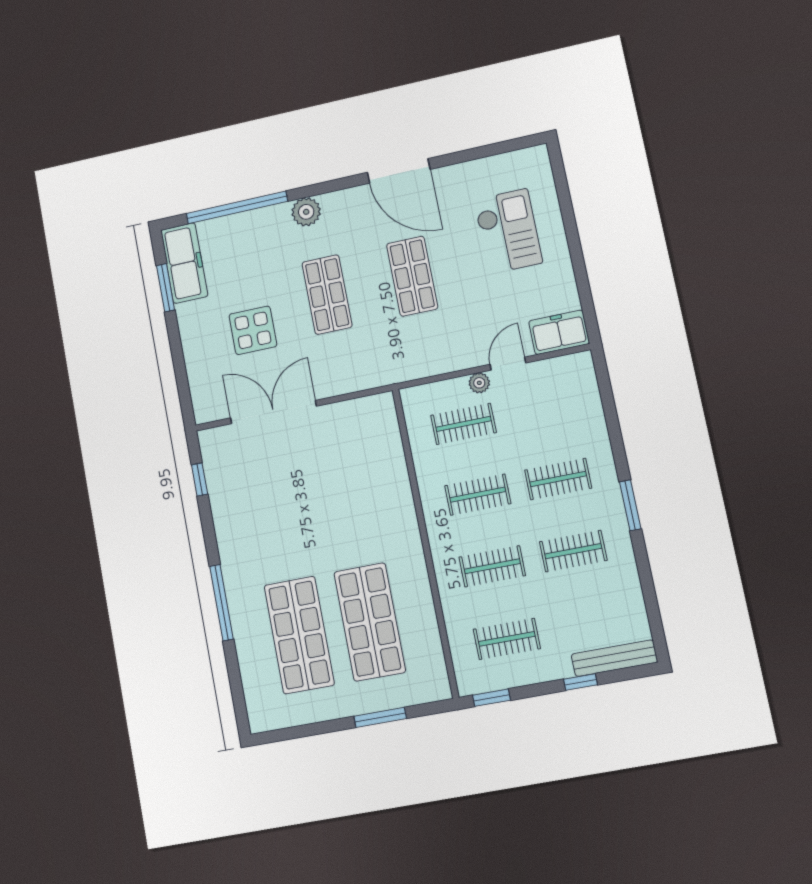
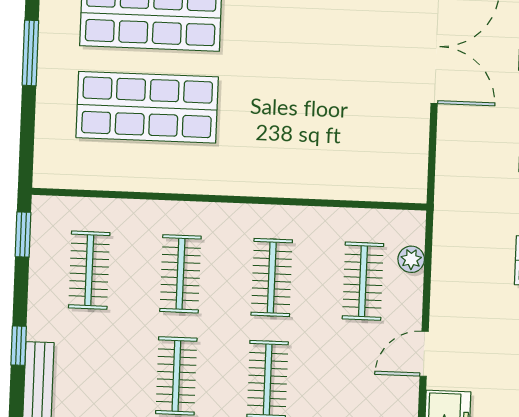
door: (508, 364) -> (424, 354), swing flipped
plant: (479, 383) -> (411, 259), moved
window: (380, 717) -> (30, 53), moved

